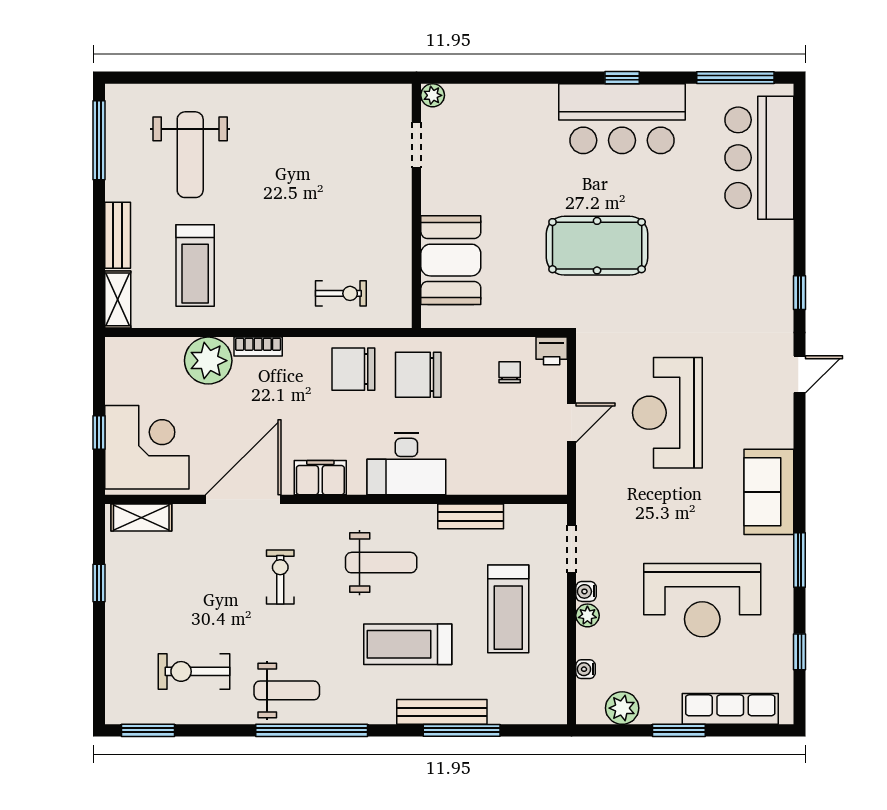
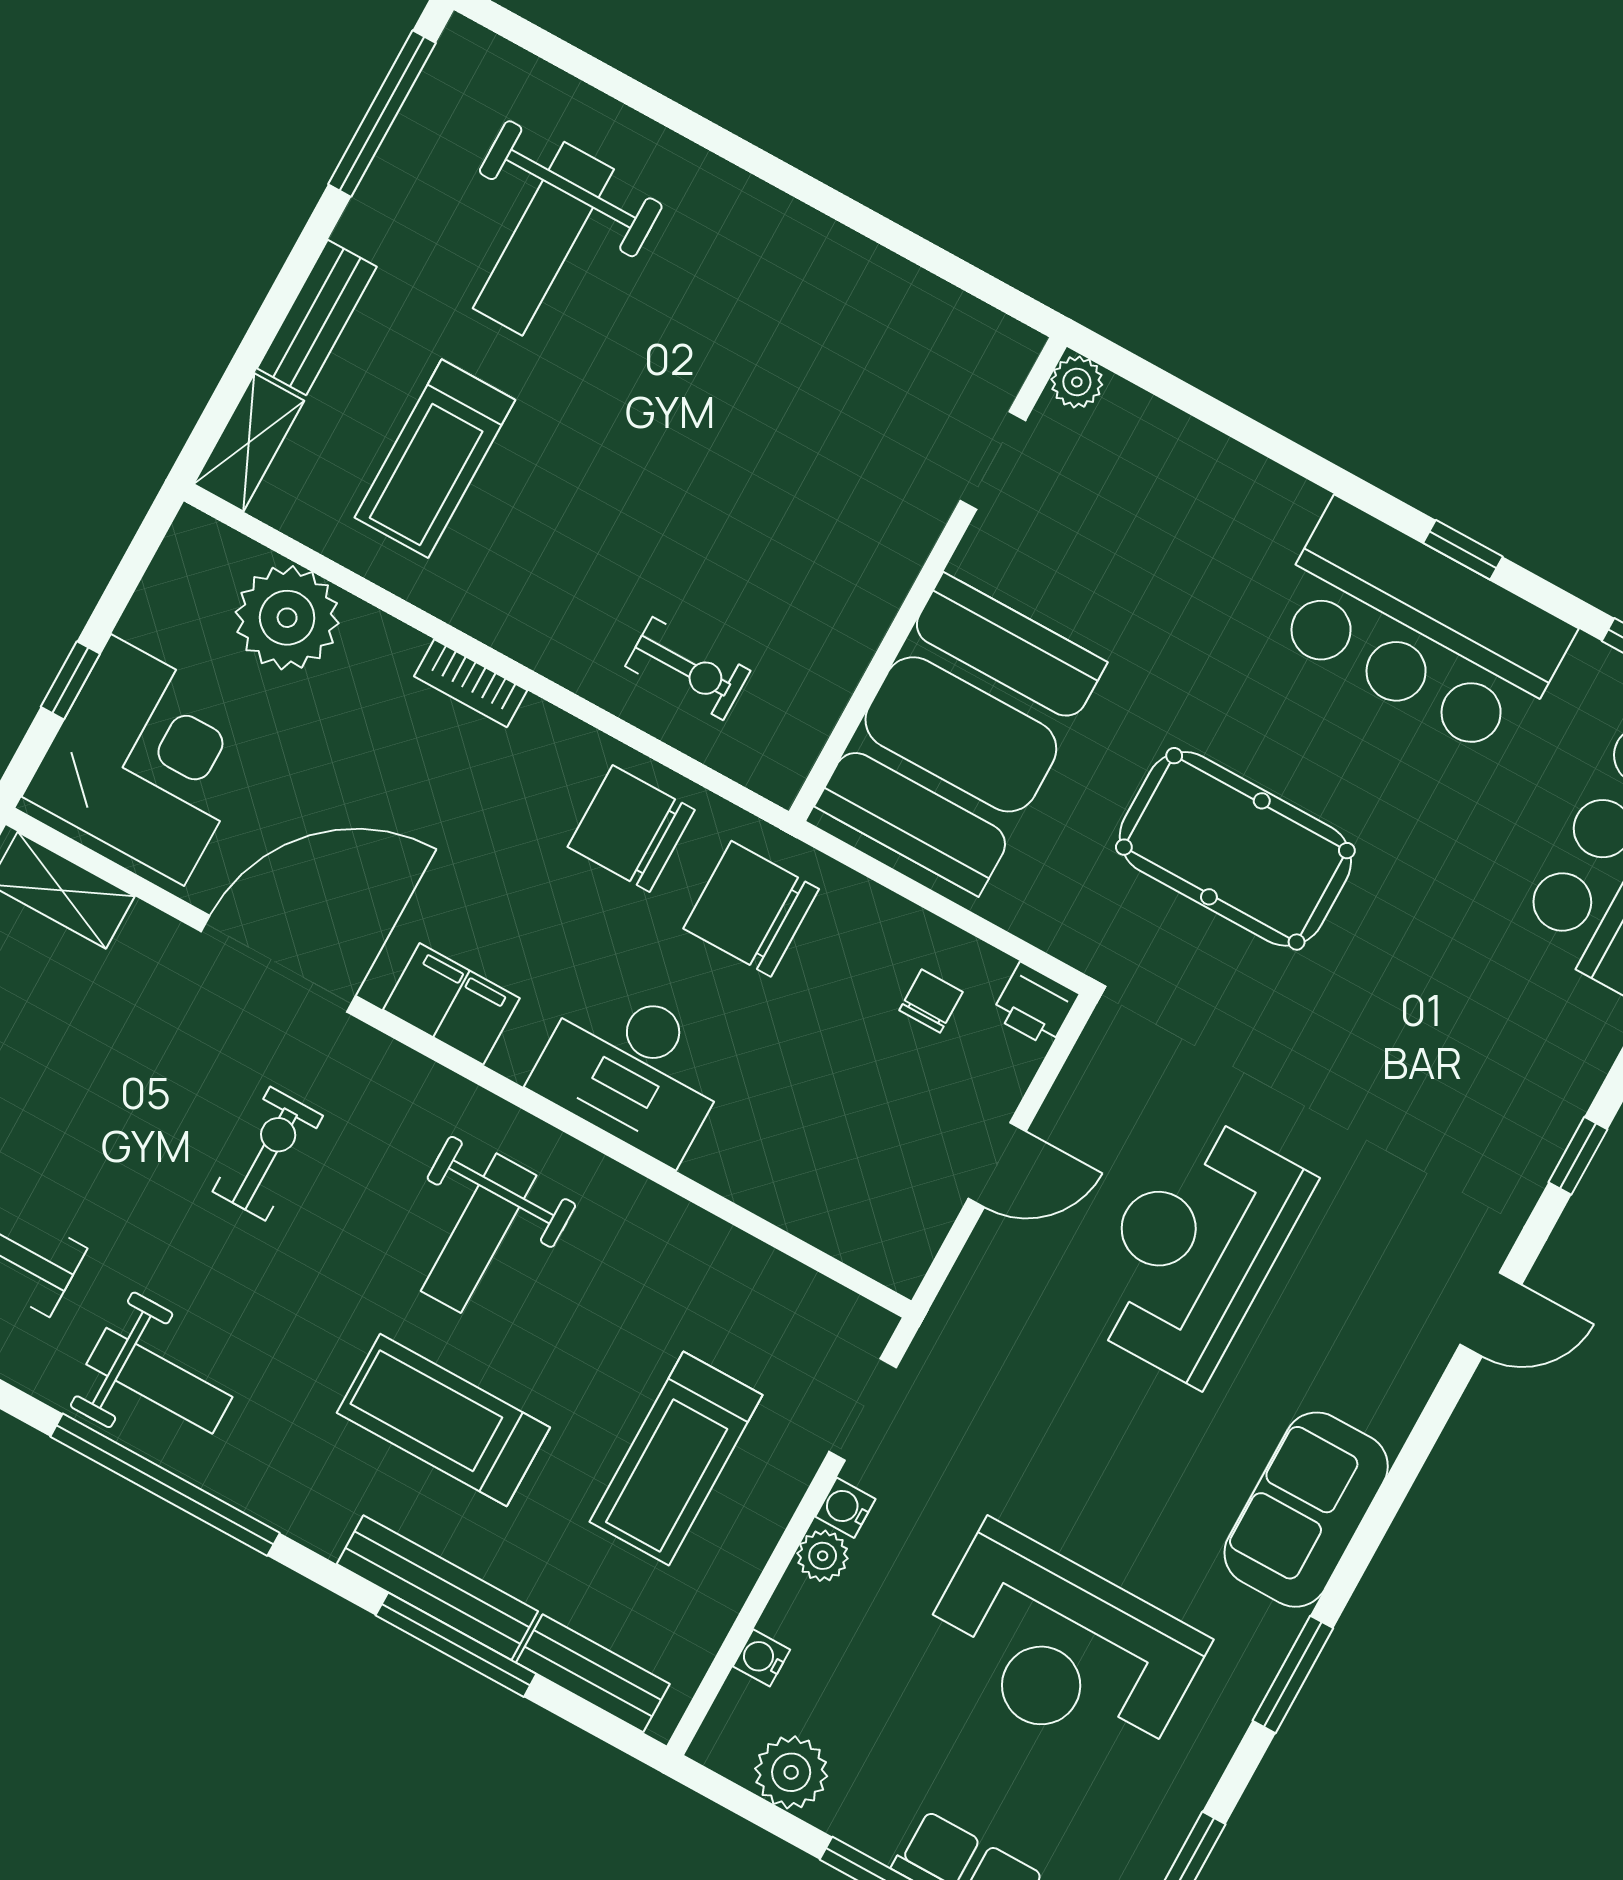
booth: (451, 260) -> (961, 734), width x1.36, depth x1.42
plant: (208, 361) -> (287, 618), moved
bench: (471, 516) -> (593, 1673), moved
weight bench: (381, 563) -> (479, 1233), turned 90

